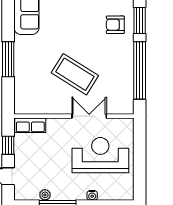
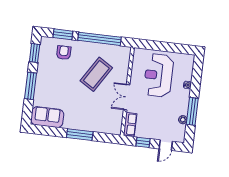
armchair: (115, 25) -> (64, 53), turned 180
coffee table: (75, 74) -> (96, 74), moved
double door: (89, 116) -> (127, 97), moved

